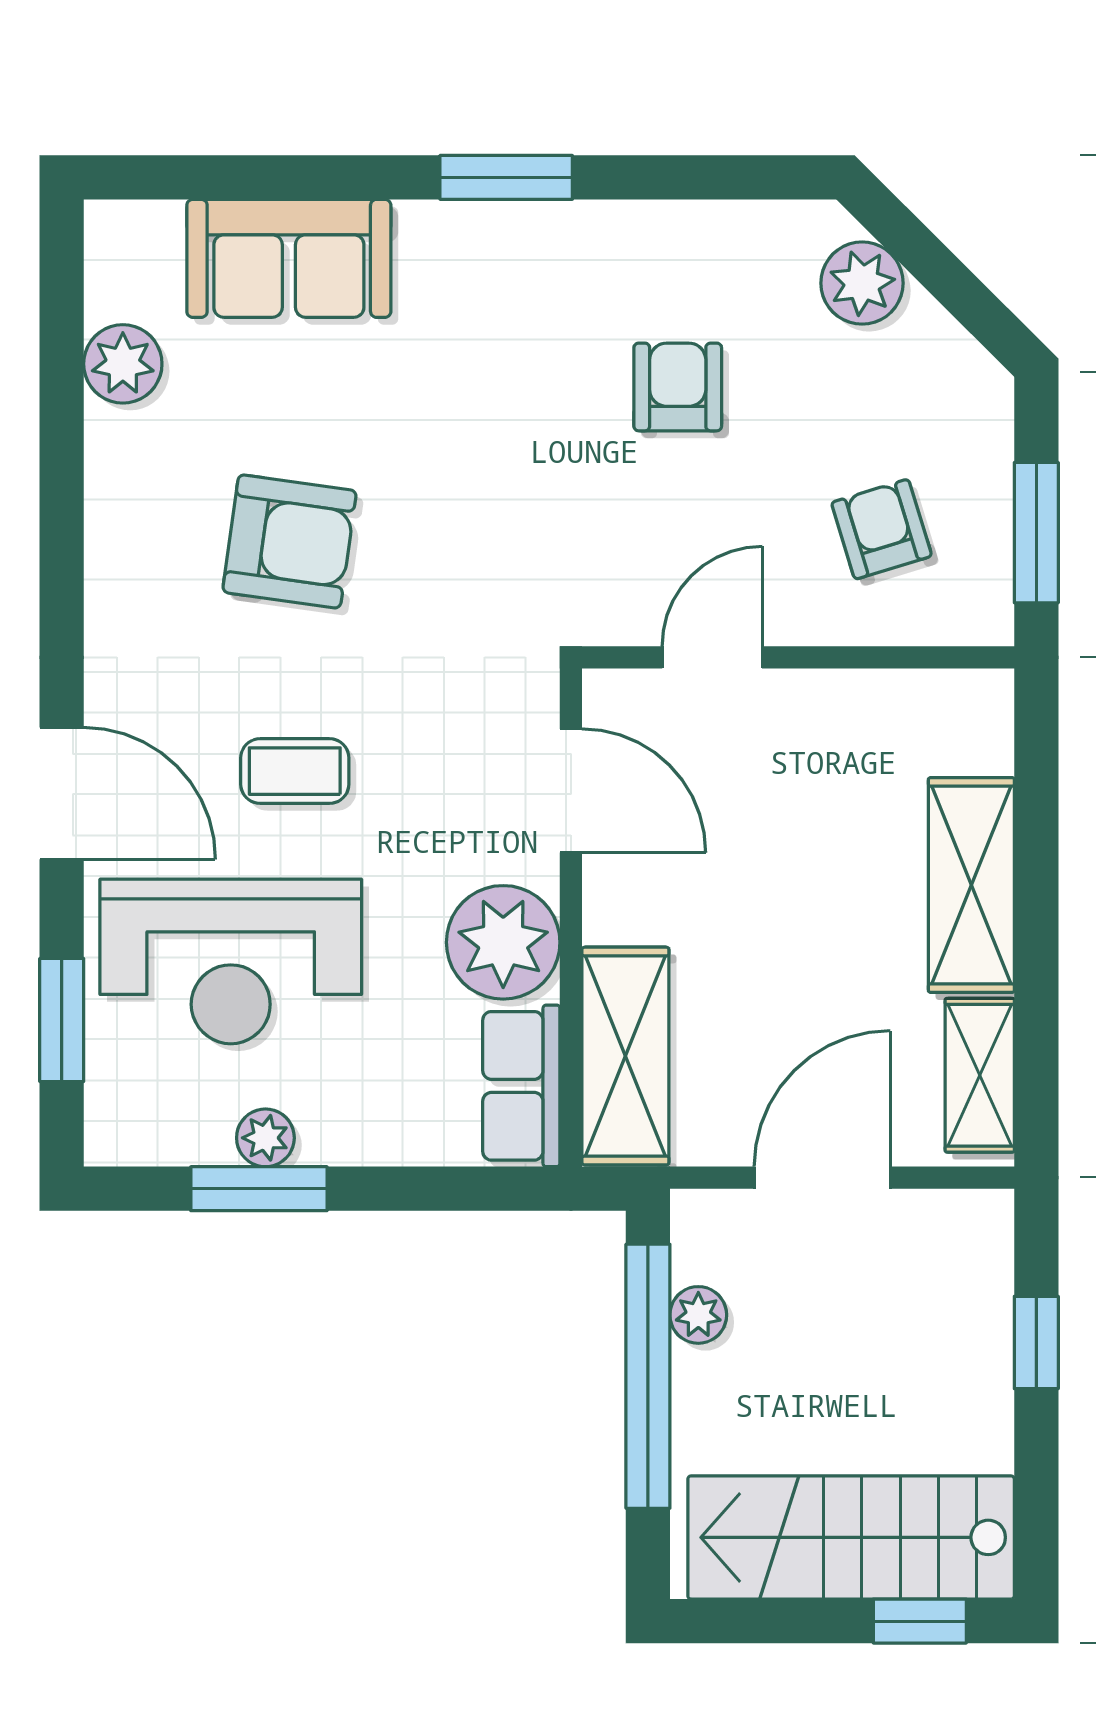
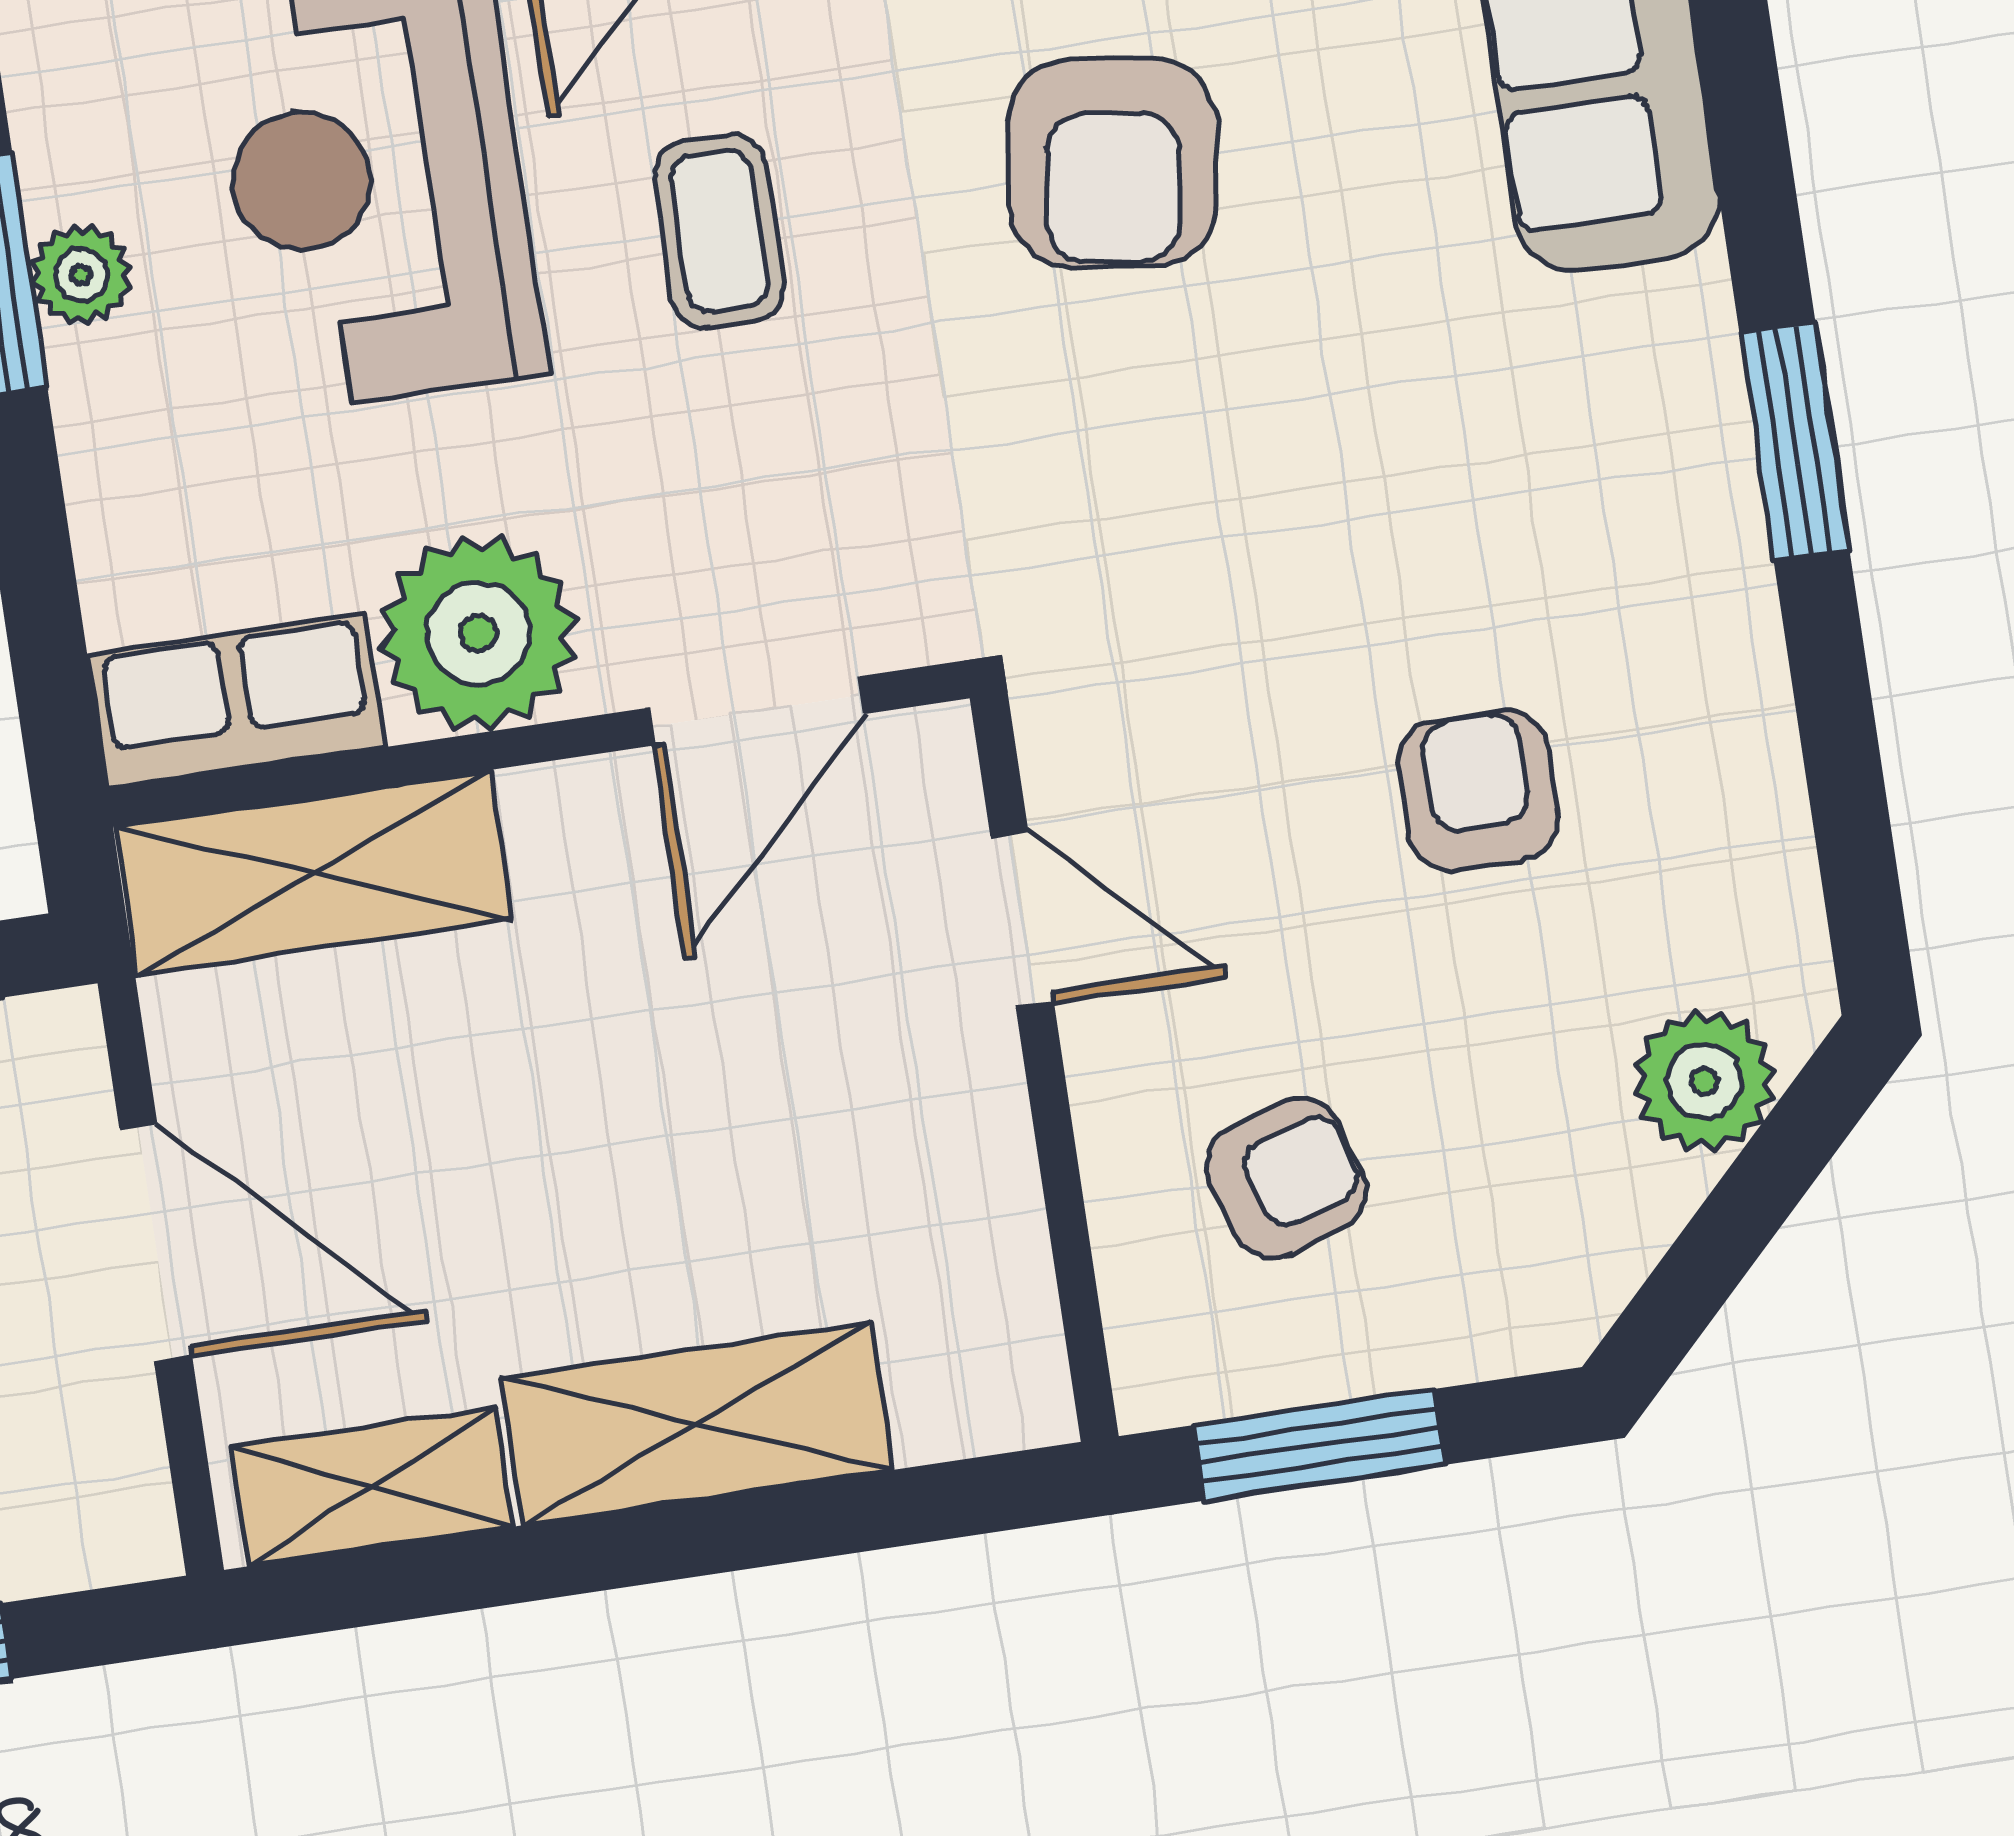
armchair: (678, 387) -> (1478, 791), turned -90

